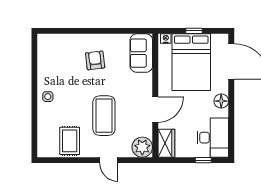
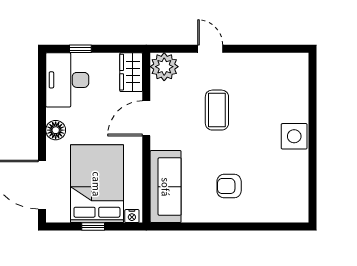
sofa: (141, 53) -> (166, 187), width x1.36
armchair: (95, 60) -> (229, 186), turned 97
side table: (48, 97) -> (294, 136), width x1.87, depth x1.87
coffee table: (104, 116) -> (217, 110), width x0.73, depth x0.76
rug: (70, 141) -> (264, 75), removed

